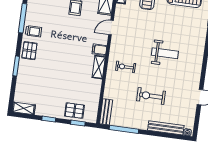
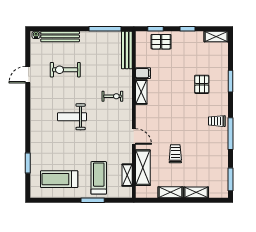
door: (111, 28) -> (134, 136), hinge flipped
filing cabinet: (99, 50) -> (143, 73), moved
pallet: (29, 51) -> (202, 84), moved
exercise bike: (151, 96) -> (65, 70), moved, turned 180
bench: (106, 112) -> (127, 50), width x1.36

